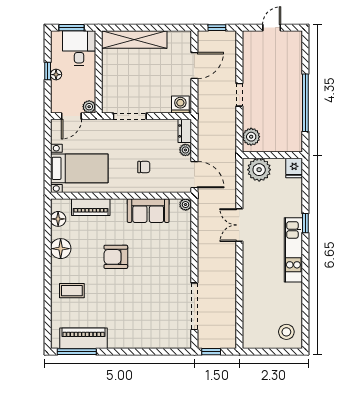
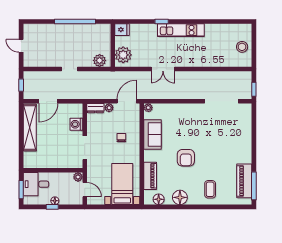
shelving: (134, 40) -> (30, 127), moved
door: (194, 66) -> (48, 101), swing flipped
washing machine: (180, 104) -> (76, 124), moved
stool: (286, 332) -> (242, 47), moved

